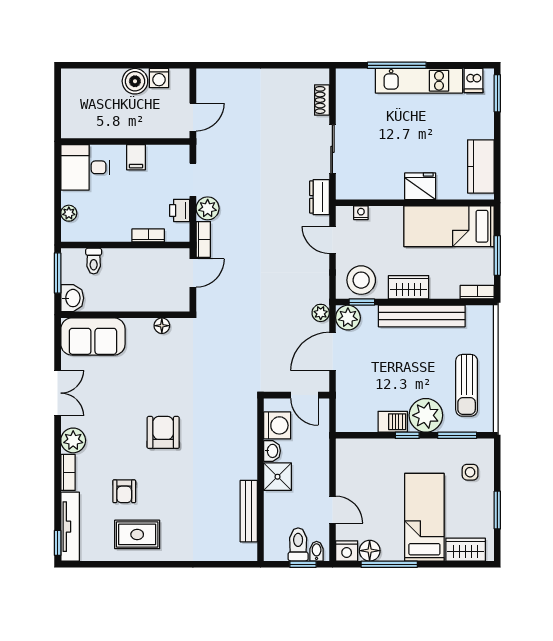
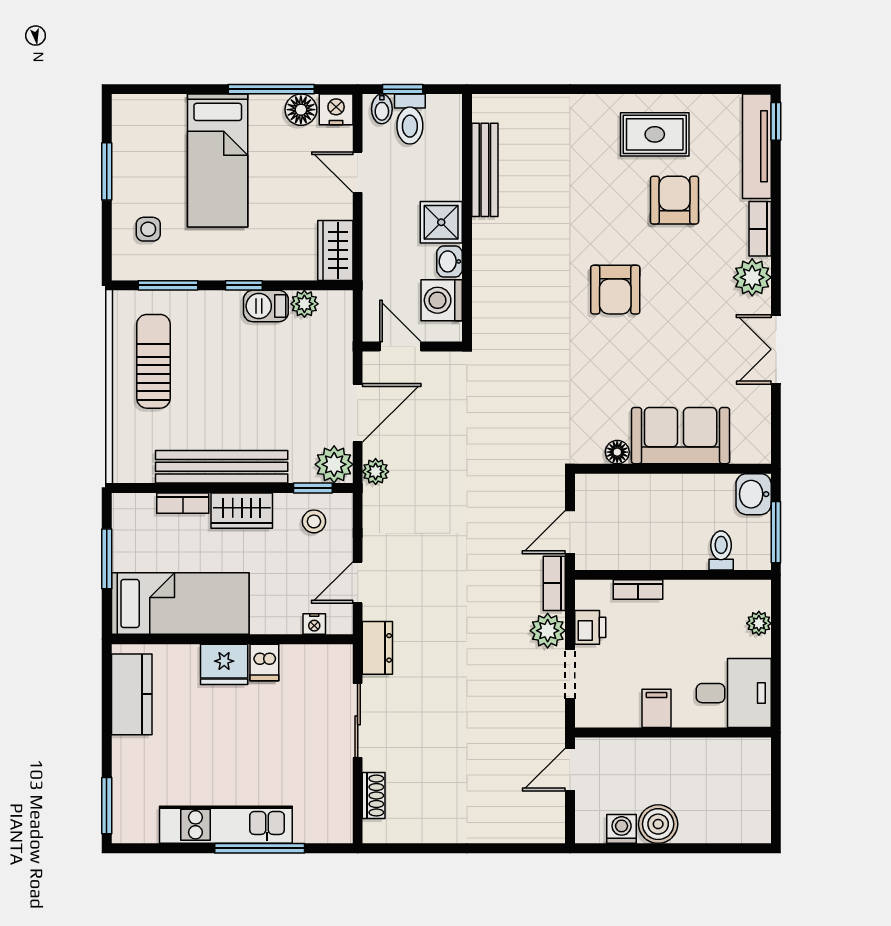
dishwasher: (474, 81) -> (264, 662), moved, turned 180
door: (332, 240) -> (358, 583), swing flipped
stool: (361, 280) -> (314, 521), width x0.53, depth x0.53
bookcase: (477, 292) -> (183, 503), moved
sofa: (93, 337) -> (681, 436), moved
plant: (426, 415) -> (304, 304), moved, width x0.53, depth x0.53
armchair: (124, 491) -> (675, 200), width x1.38, depth x1.38
wardrobe: (466, 550) -> (335, 250), moved, turned 90

